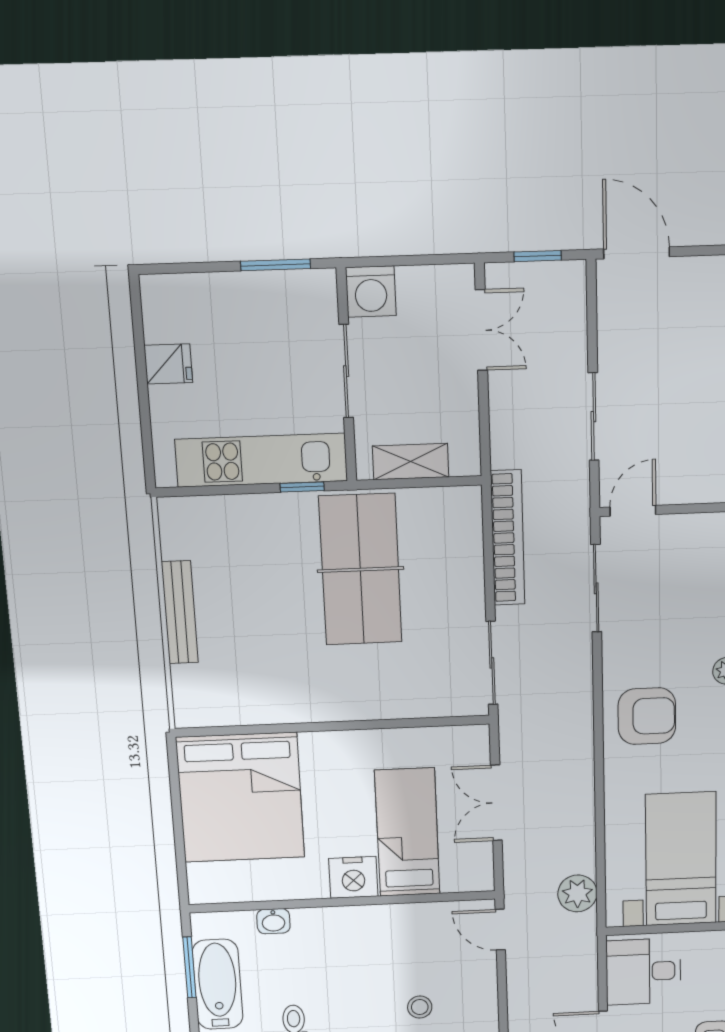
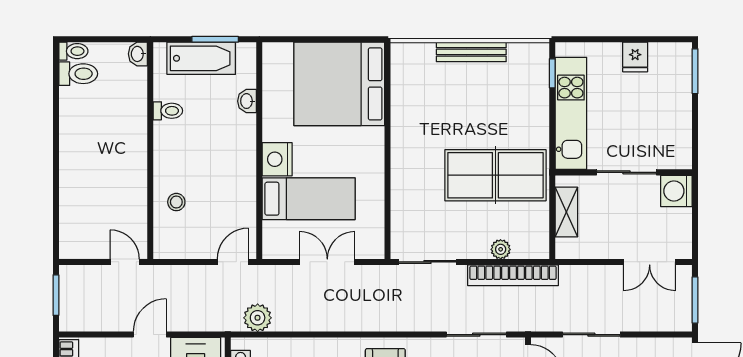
window: (538, 256) -> (695, 300), width x1.50
window: (275, 265) -> (695, 71), moved
window: (302, 487) -> (552, 73), moved
plant: (470, 558) -> (501, 249), added

